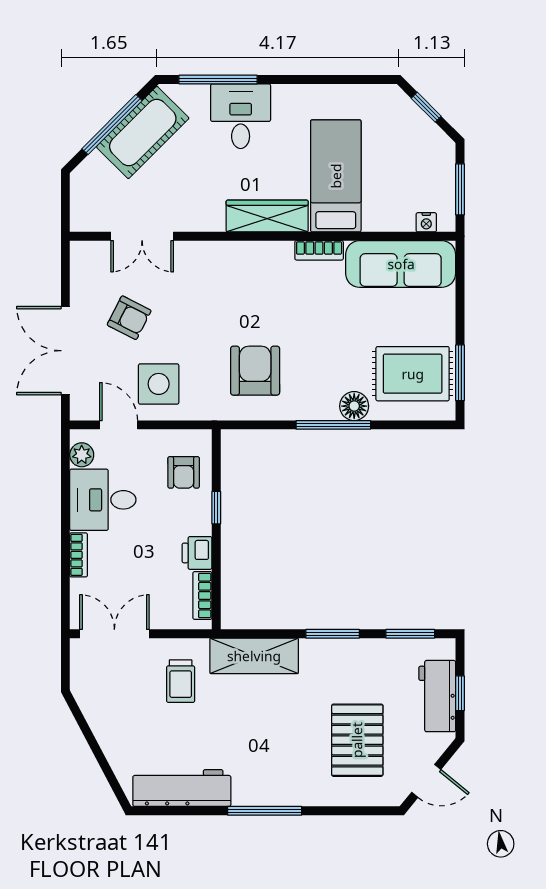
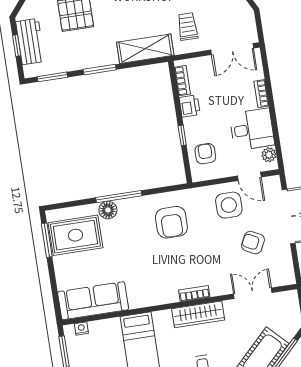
wardrobe: (267, 216) -> (198, 314), moved
bookcase: (319, 250) -> (194, 294), moved

